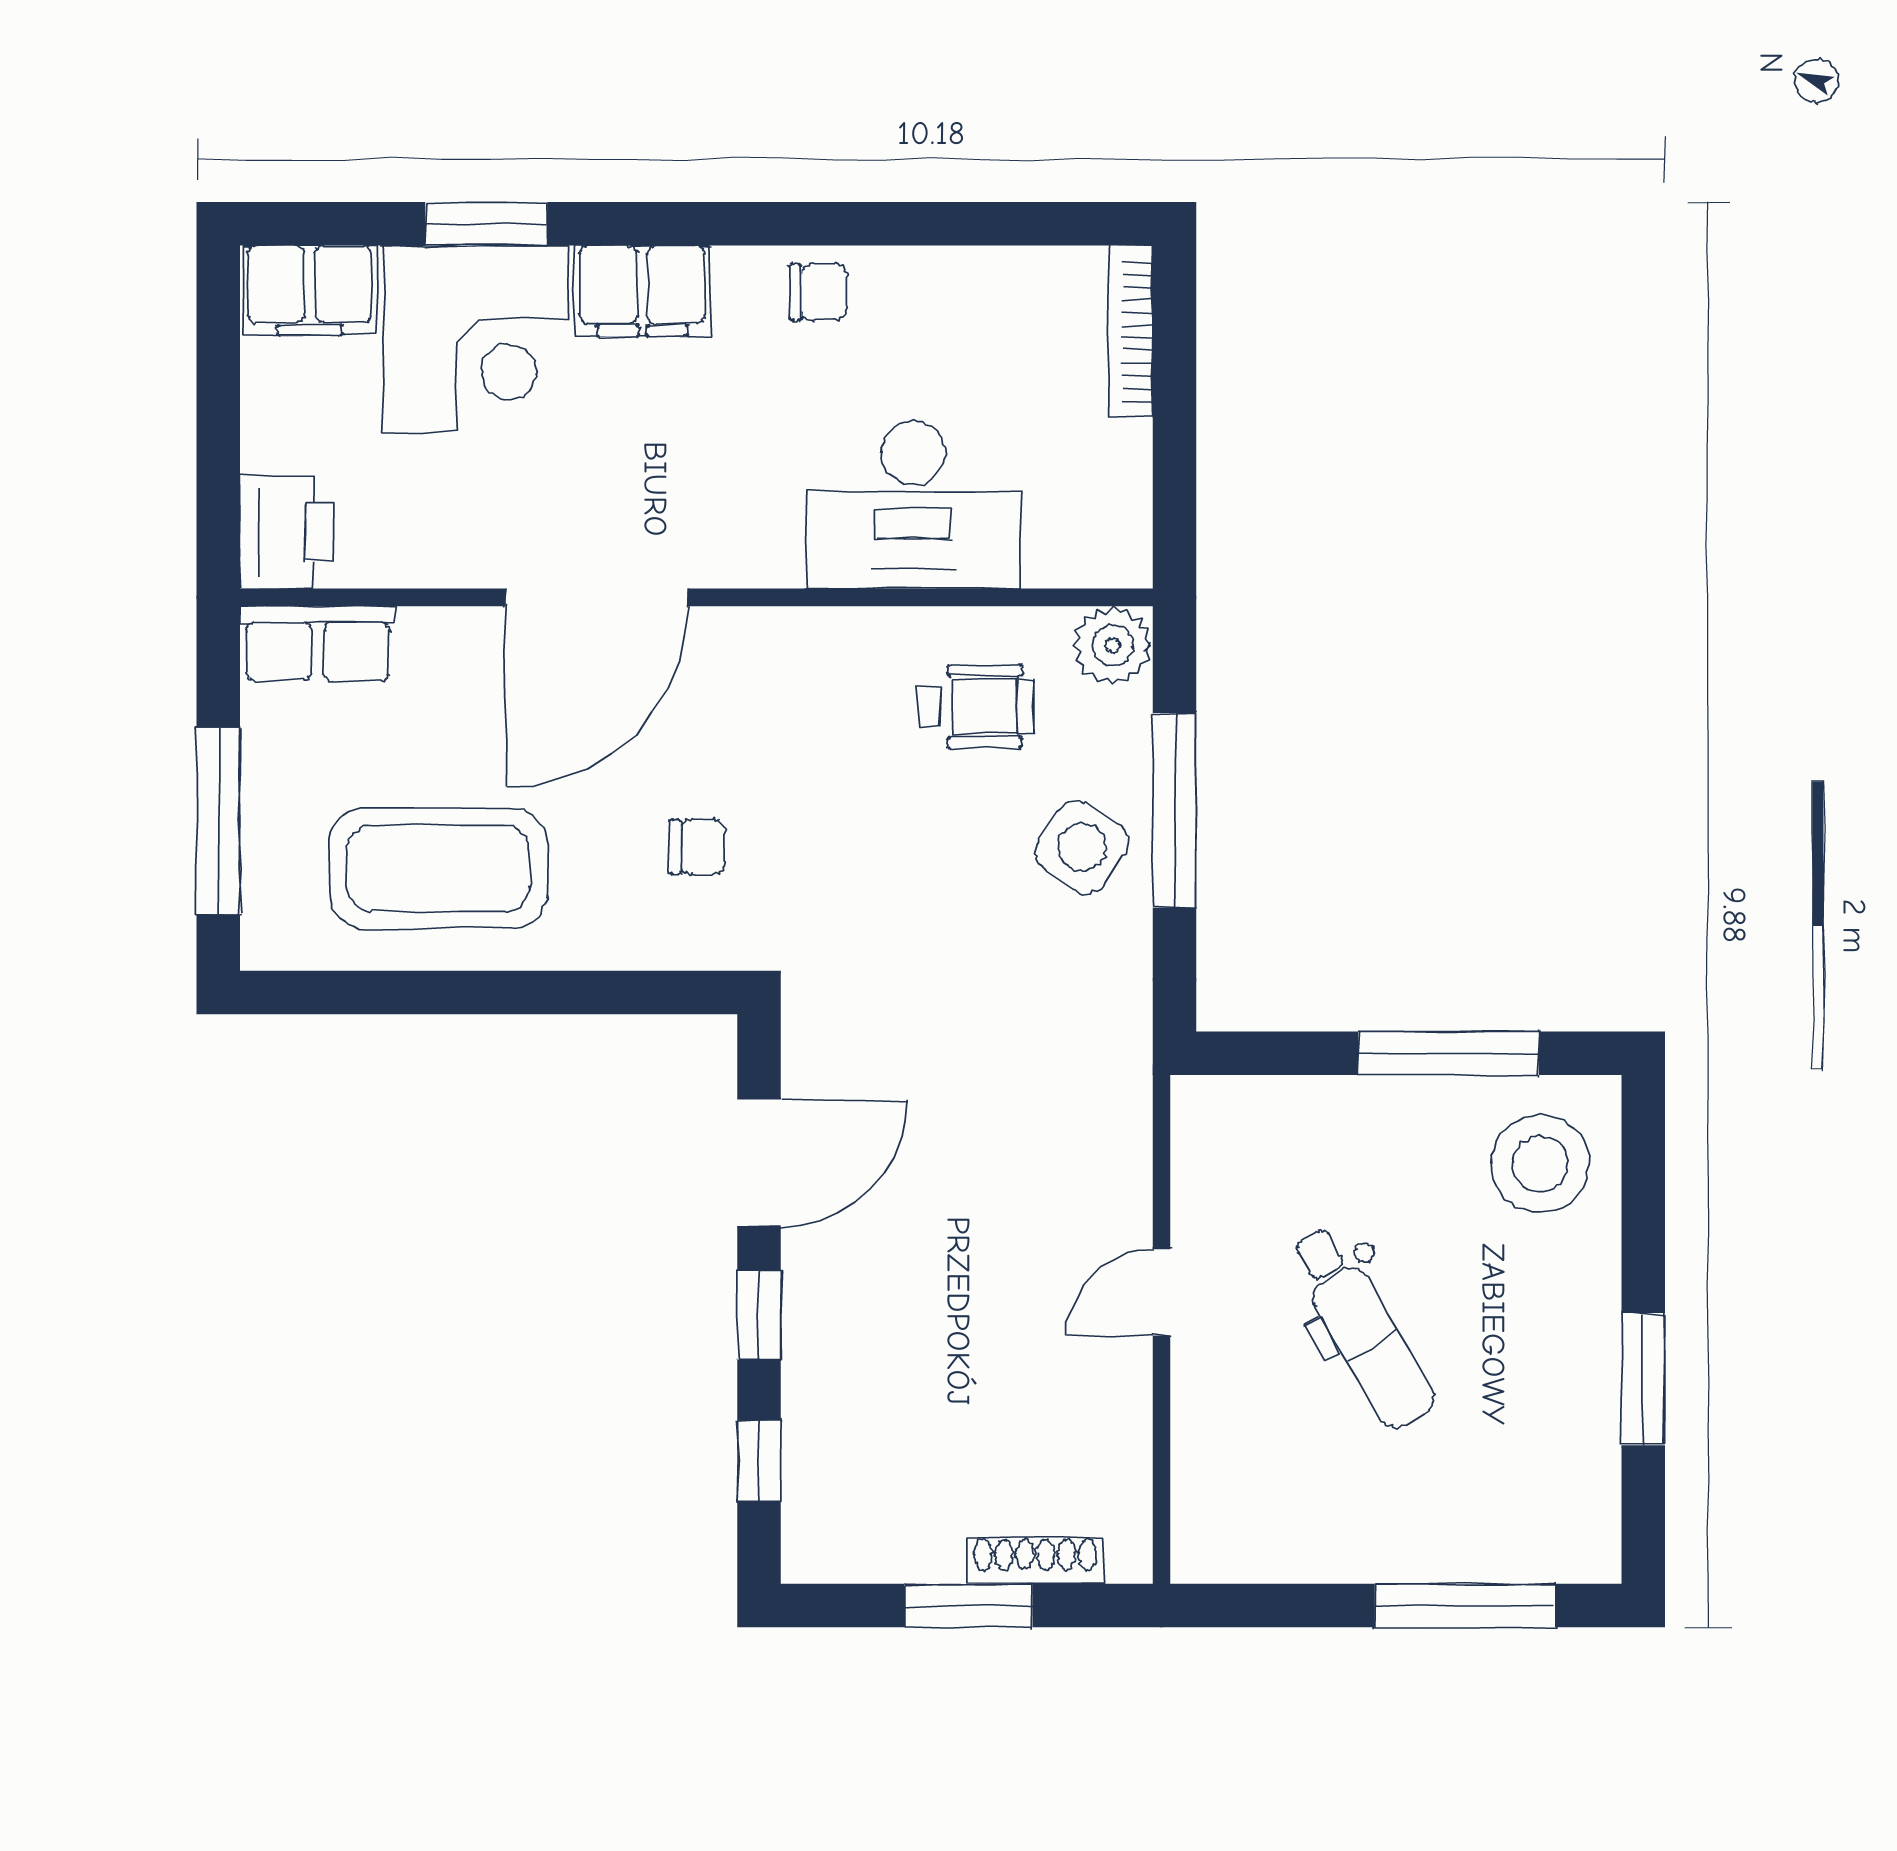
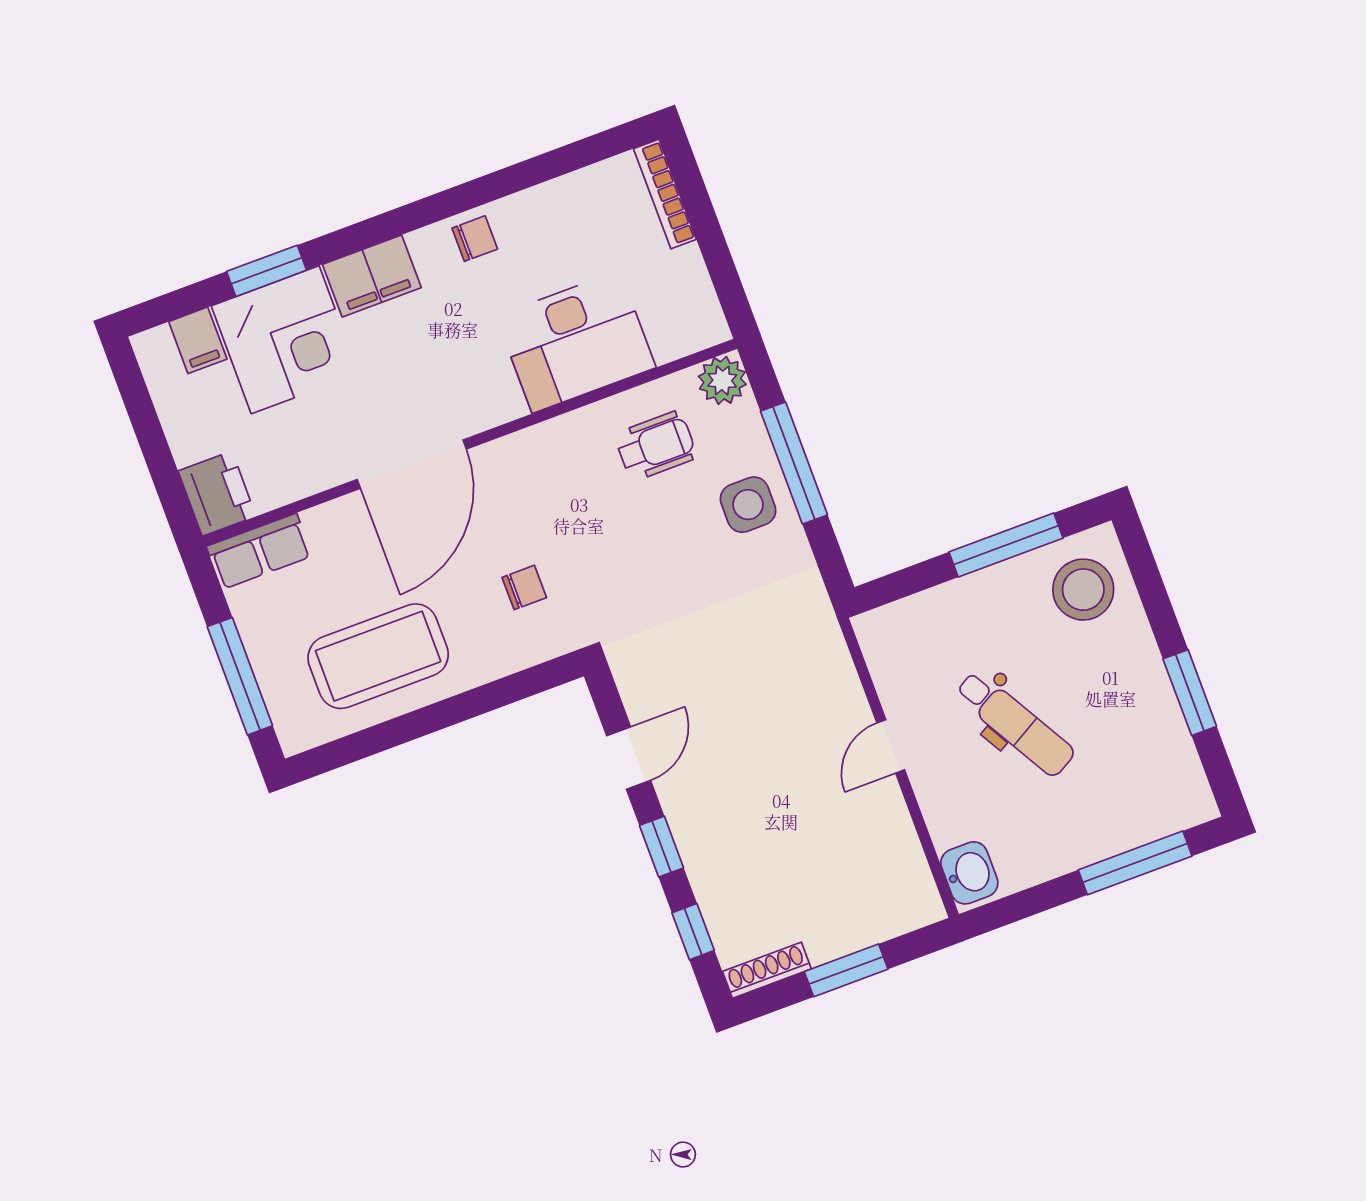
filing cabinet: (310, 290) -> (198, 340), width x0.50
side table: (1082, 847) -> (748, 505), turned -34
door: (759, 1163) -> (629, 758), width x0.73
washbasin: (1209, 1528) -> (969, 873), added
shoe rack: (1035, 1561) -> (767, 970), moved

